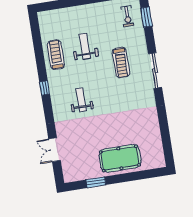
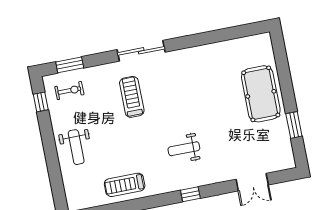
weight bench: (85, 46) -> (76, 147), moved, turned -90
treadmill: (121, 62) -> (132, 97), turned -90
window: (45, 88) -> (190, 194), moved

